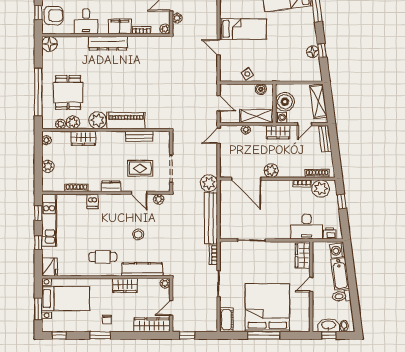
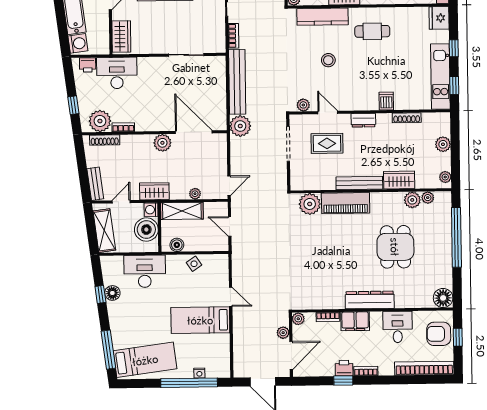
desk: (287, 69) -> (145, 271), added
dining table: (68, 92) -> (395, 247), moved
plant: (98, 120) -> (310, 204), moved
bench: (139, 136) -> (359, 183), moved, width x1.36

